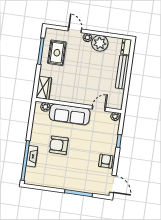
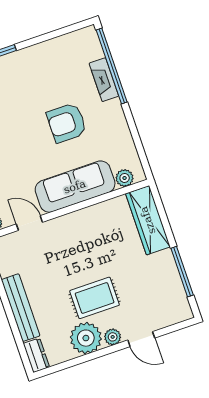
rug: (57, 53) -> (95, 298), moved, turned 90
wardrobe: (44, 88) -> (148, 220), width x1.50
door: (99, 108) -> (29, 223), swing flipped
armchair: (59, 145) -> (67, 123), turned 180

